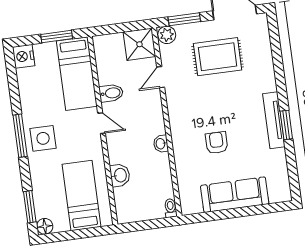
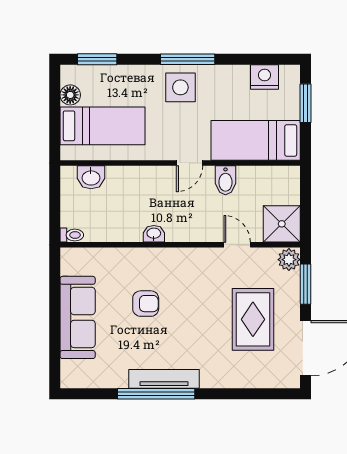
window: (57, 37) -> (305, 103), moved
nightstand: (24, 56) -> (265, 77), moved
window: (286, 125) -> (156, 394), width x2.11
washbasin: (120, 175) -> (91, 177), moved
floor lamp: (45, 226) -> (70, 95), moved

